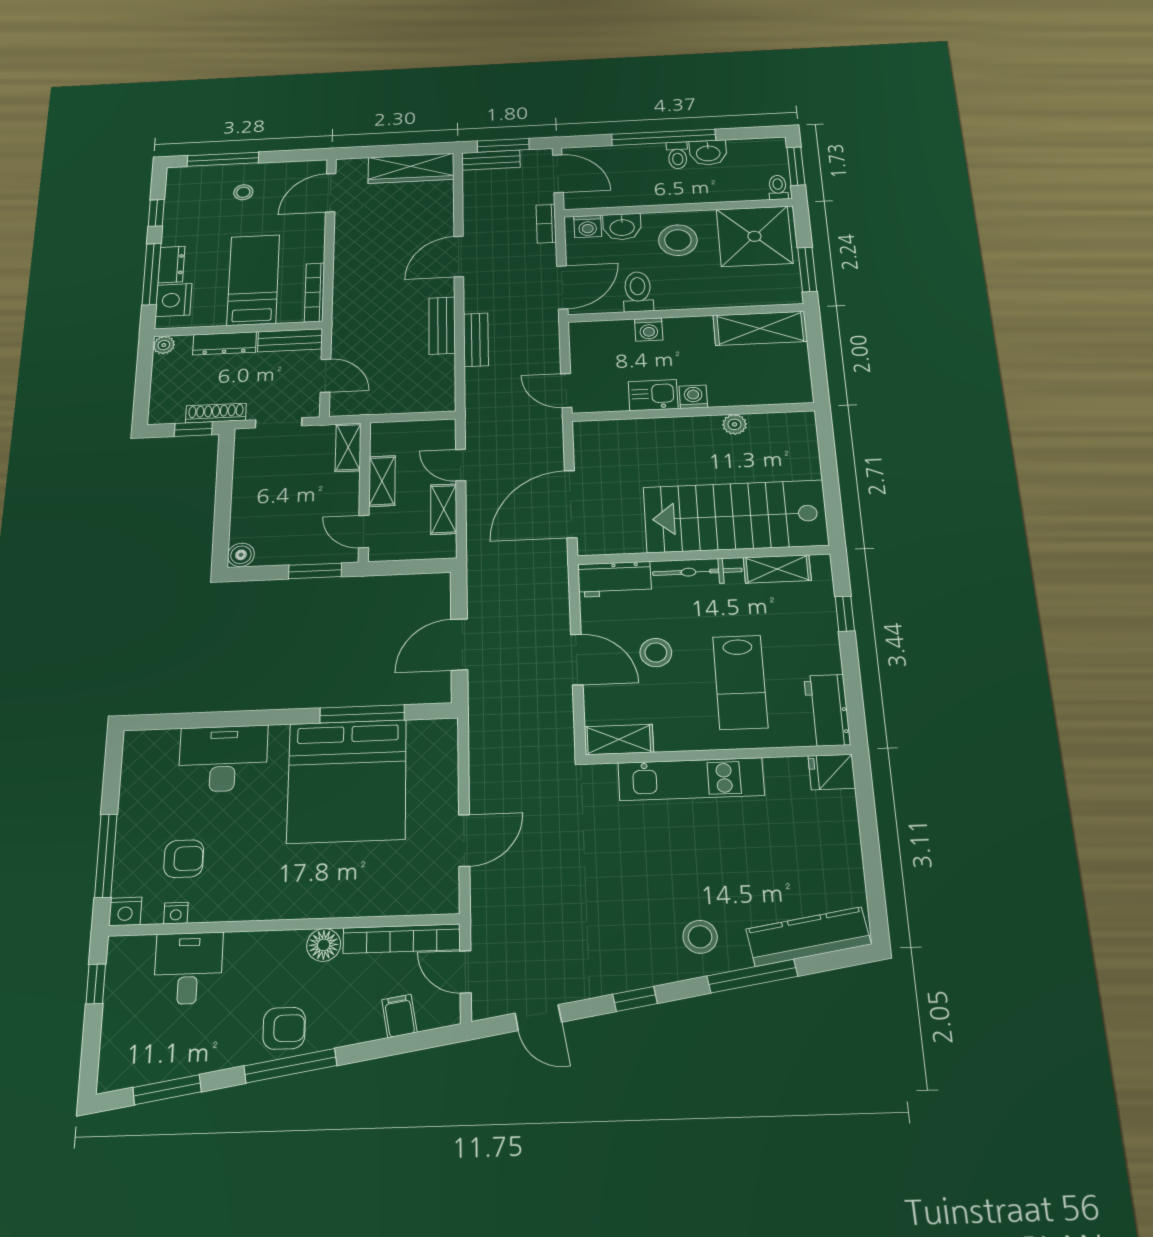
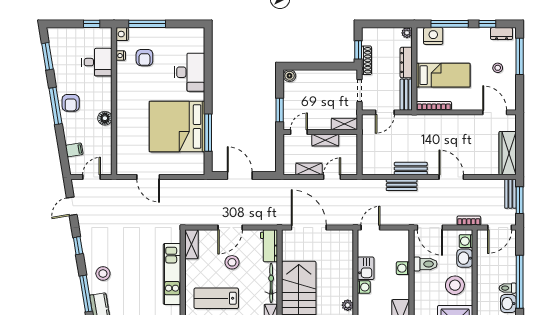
dresser: (171, 265) -> (502, 34), moved
bookcase: (402, 939) -> (106, 151), removed

